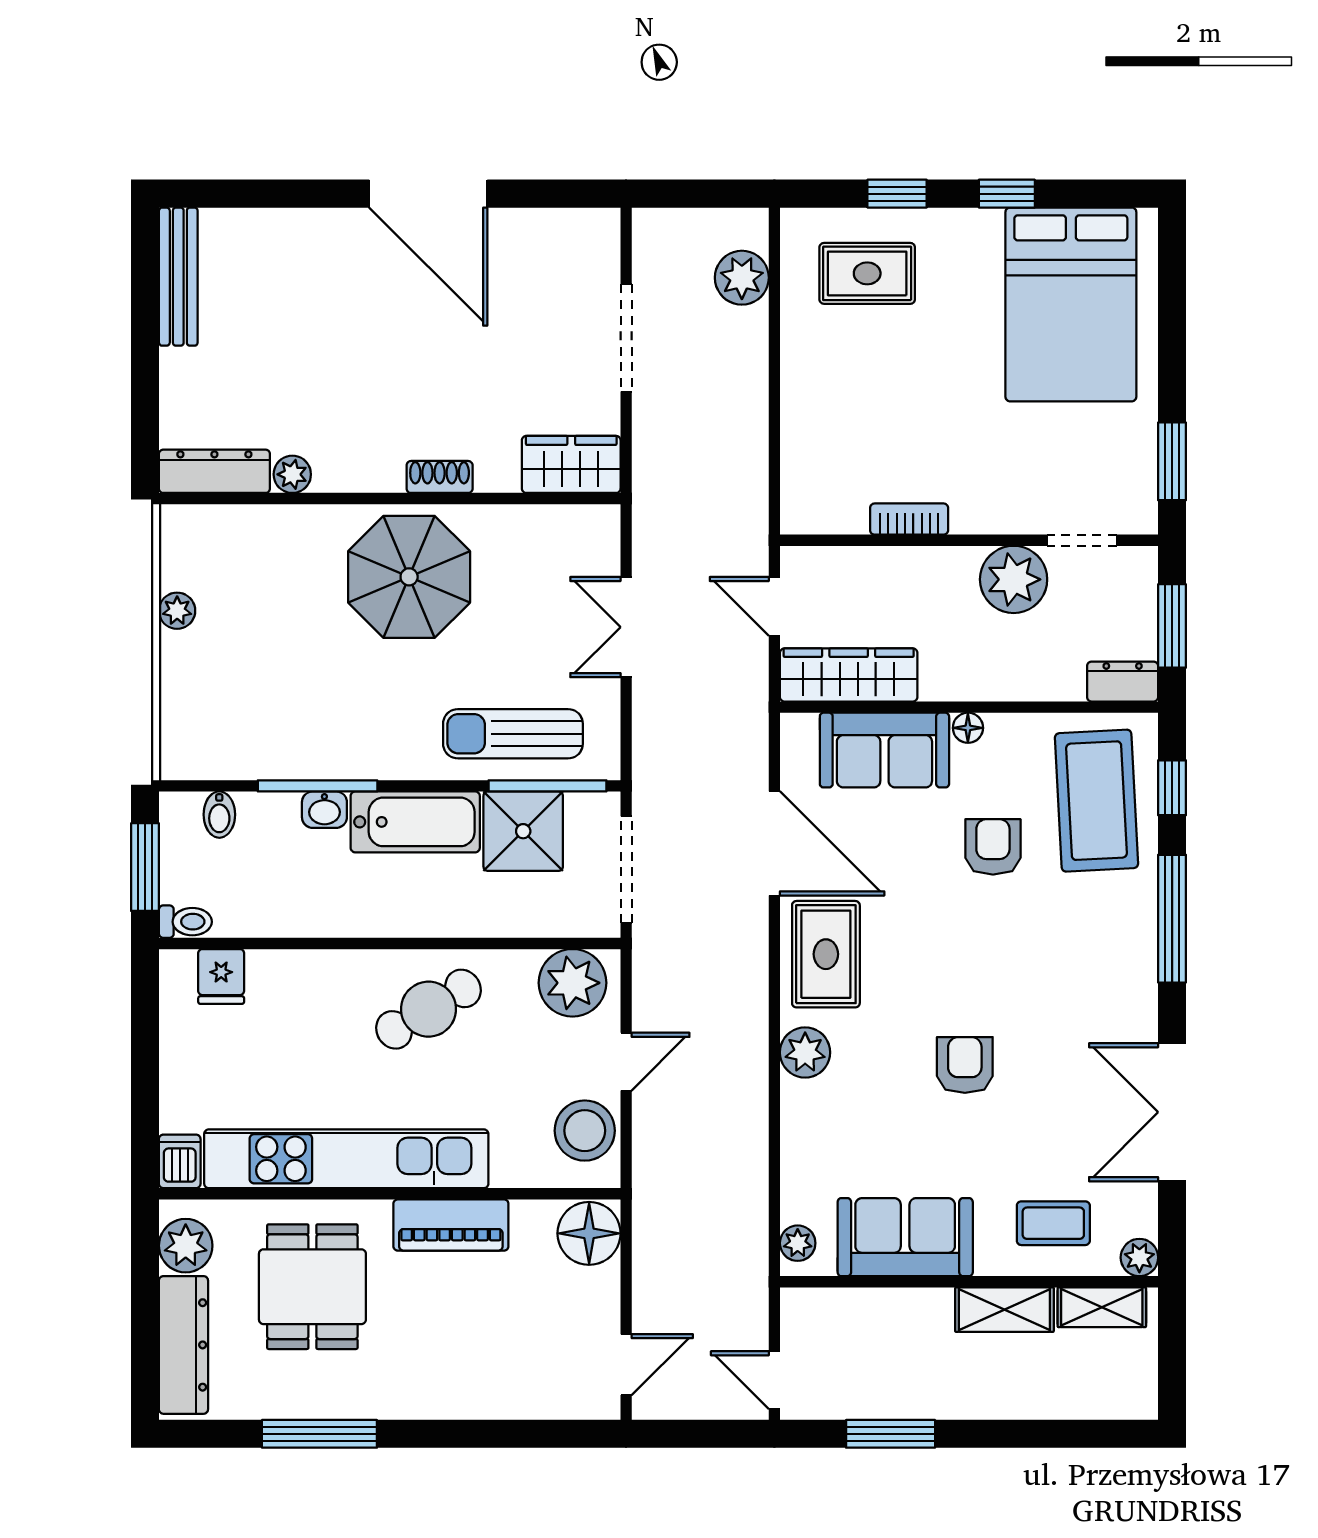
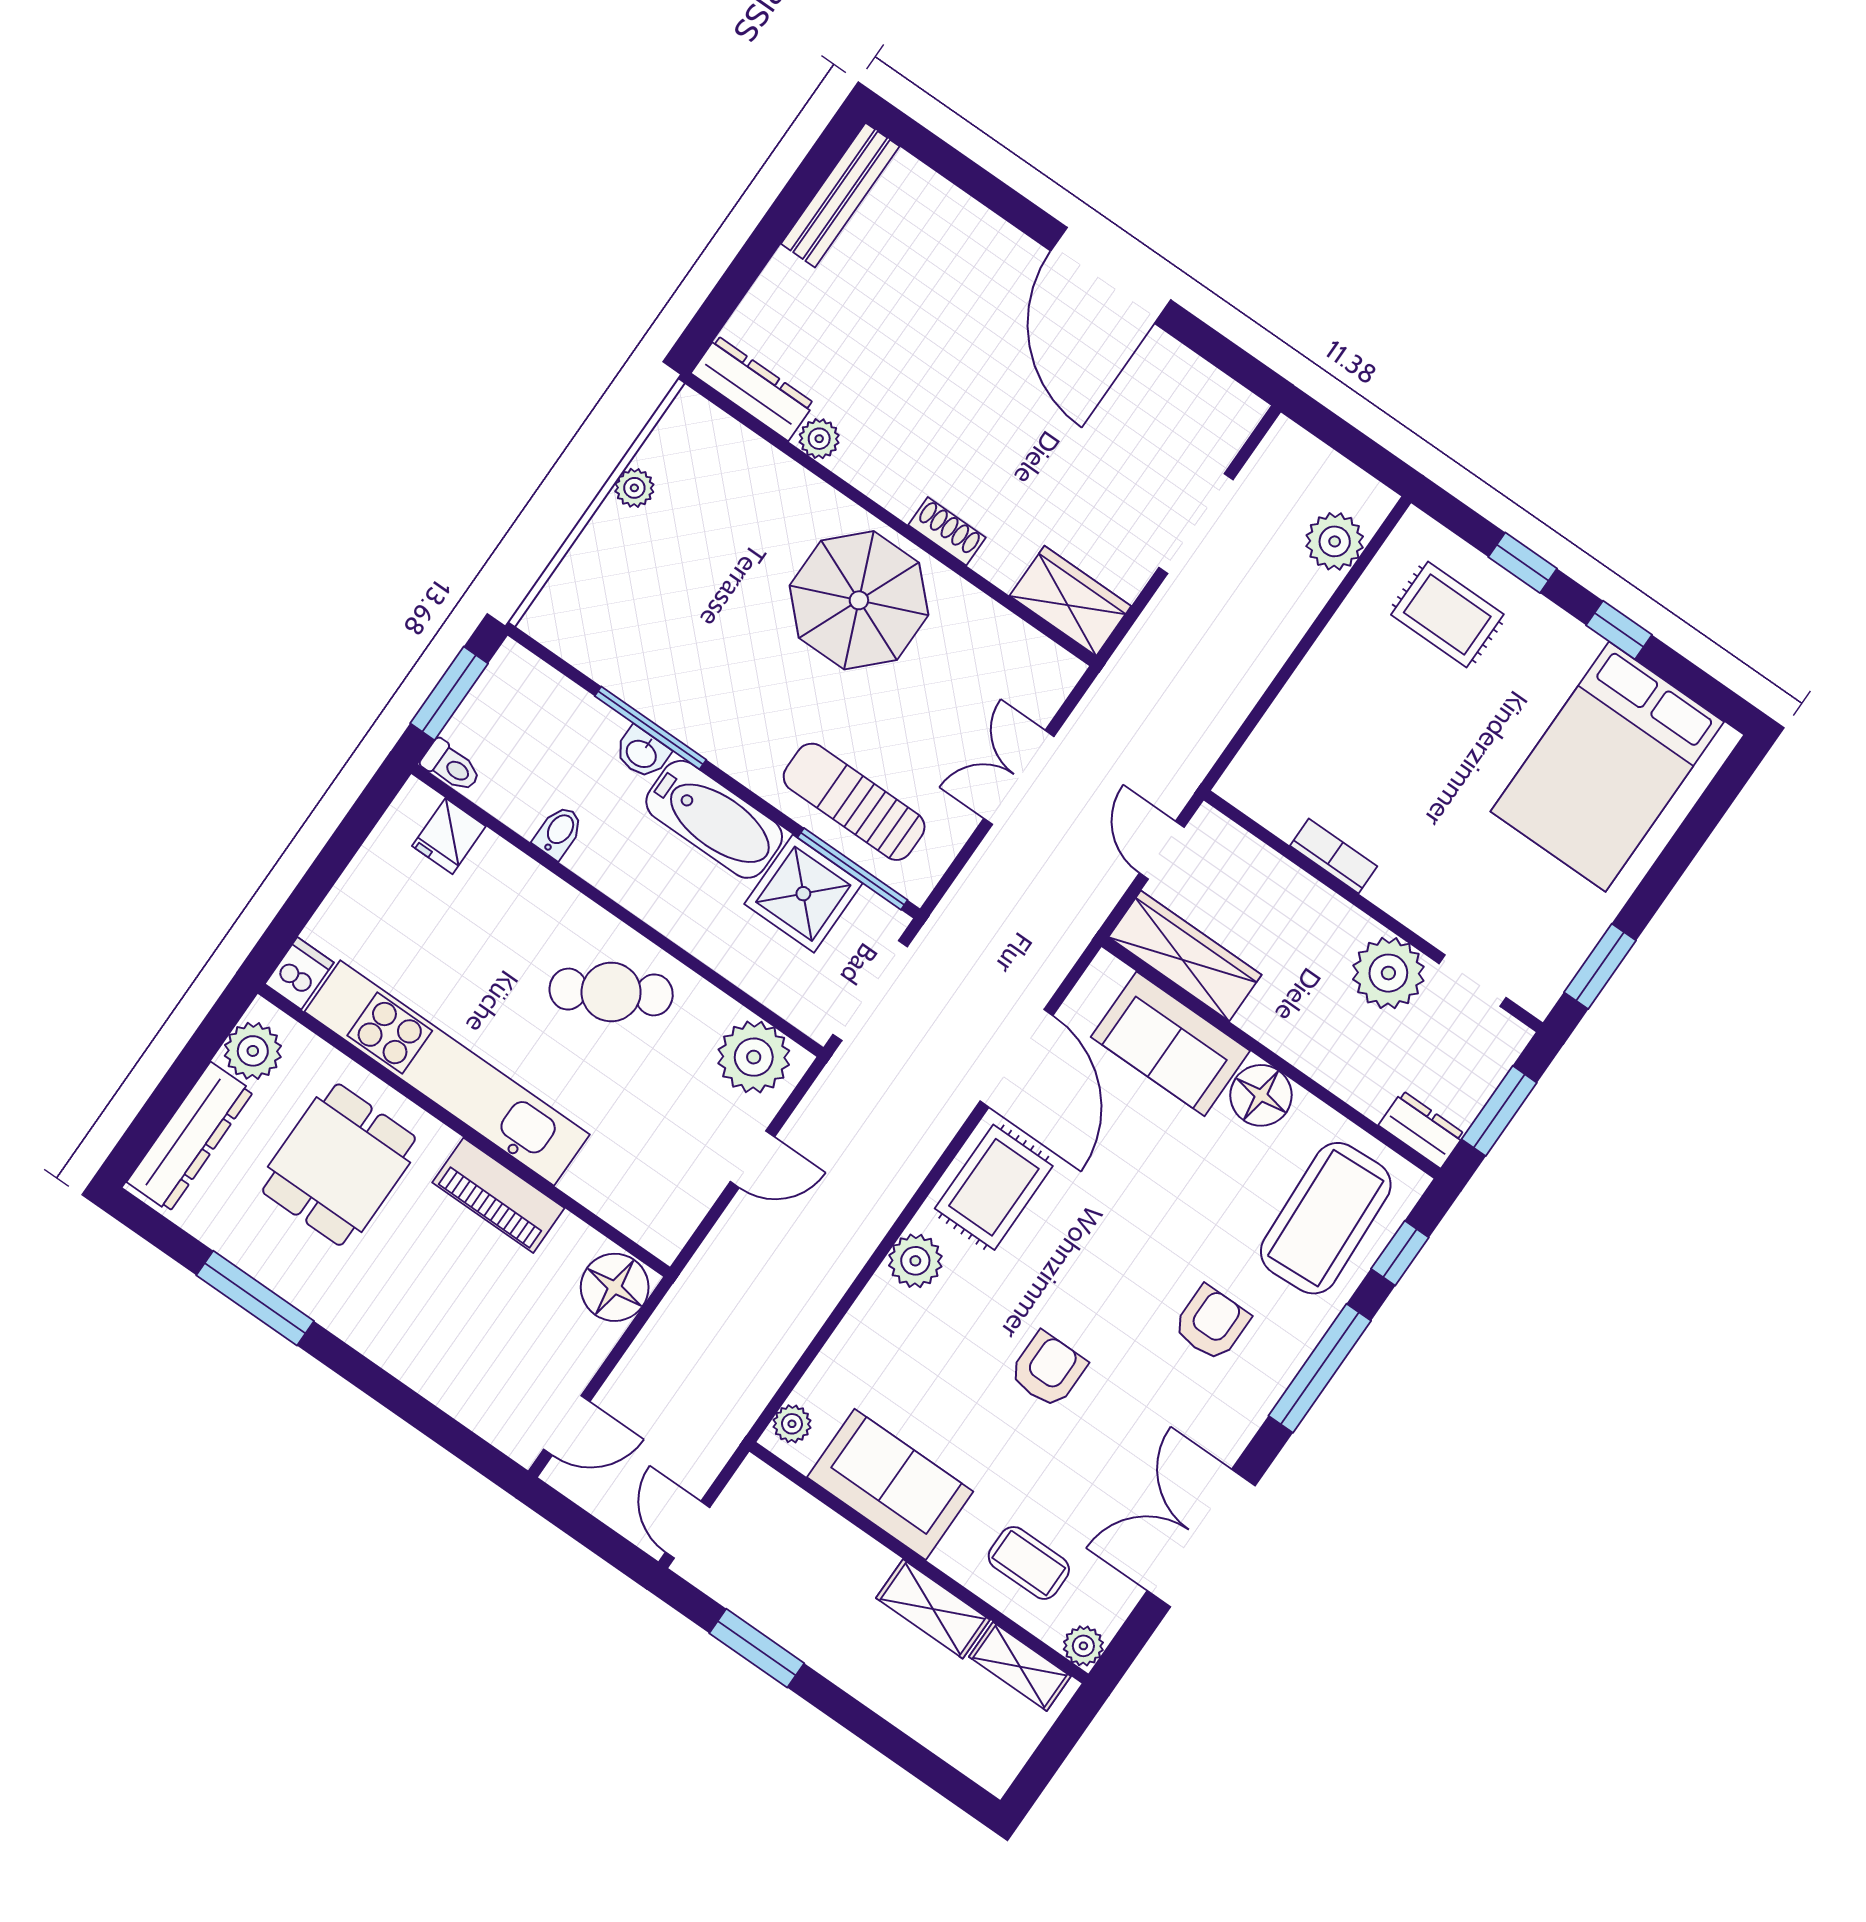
floor lamp: (968, 728) -> (1261, 1095), width x1.89, depth x1.89
bidet: (219, 815) -> (559, 832), moved, turned 180
armchair: (993, 847) -> (1212, 1323), moved
stool: (585, 1131) -> (674, 1194), removed

